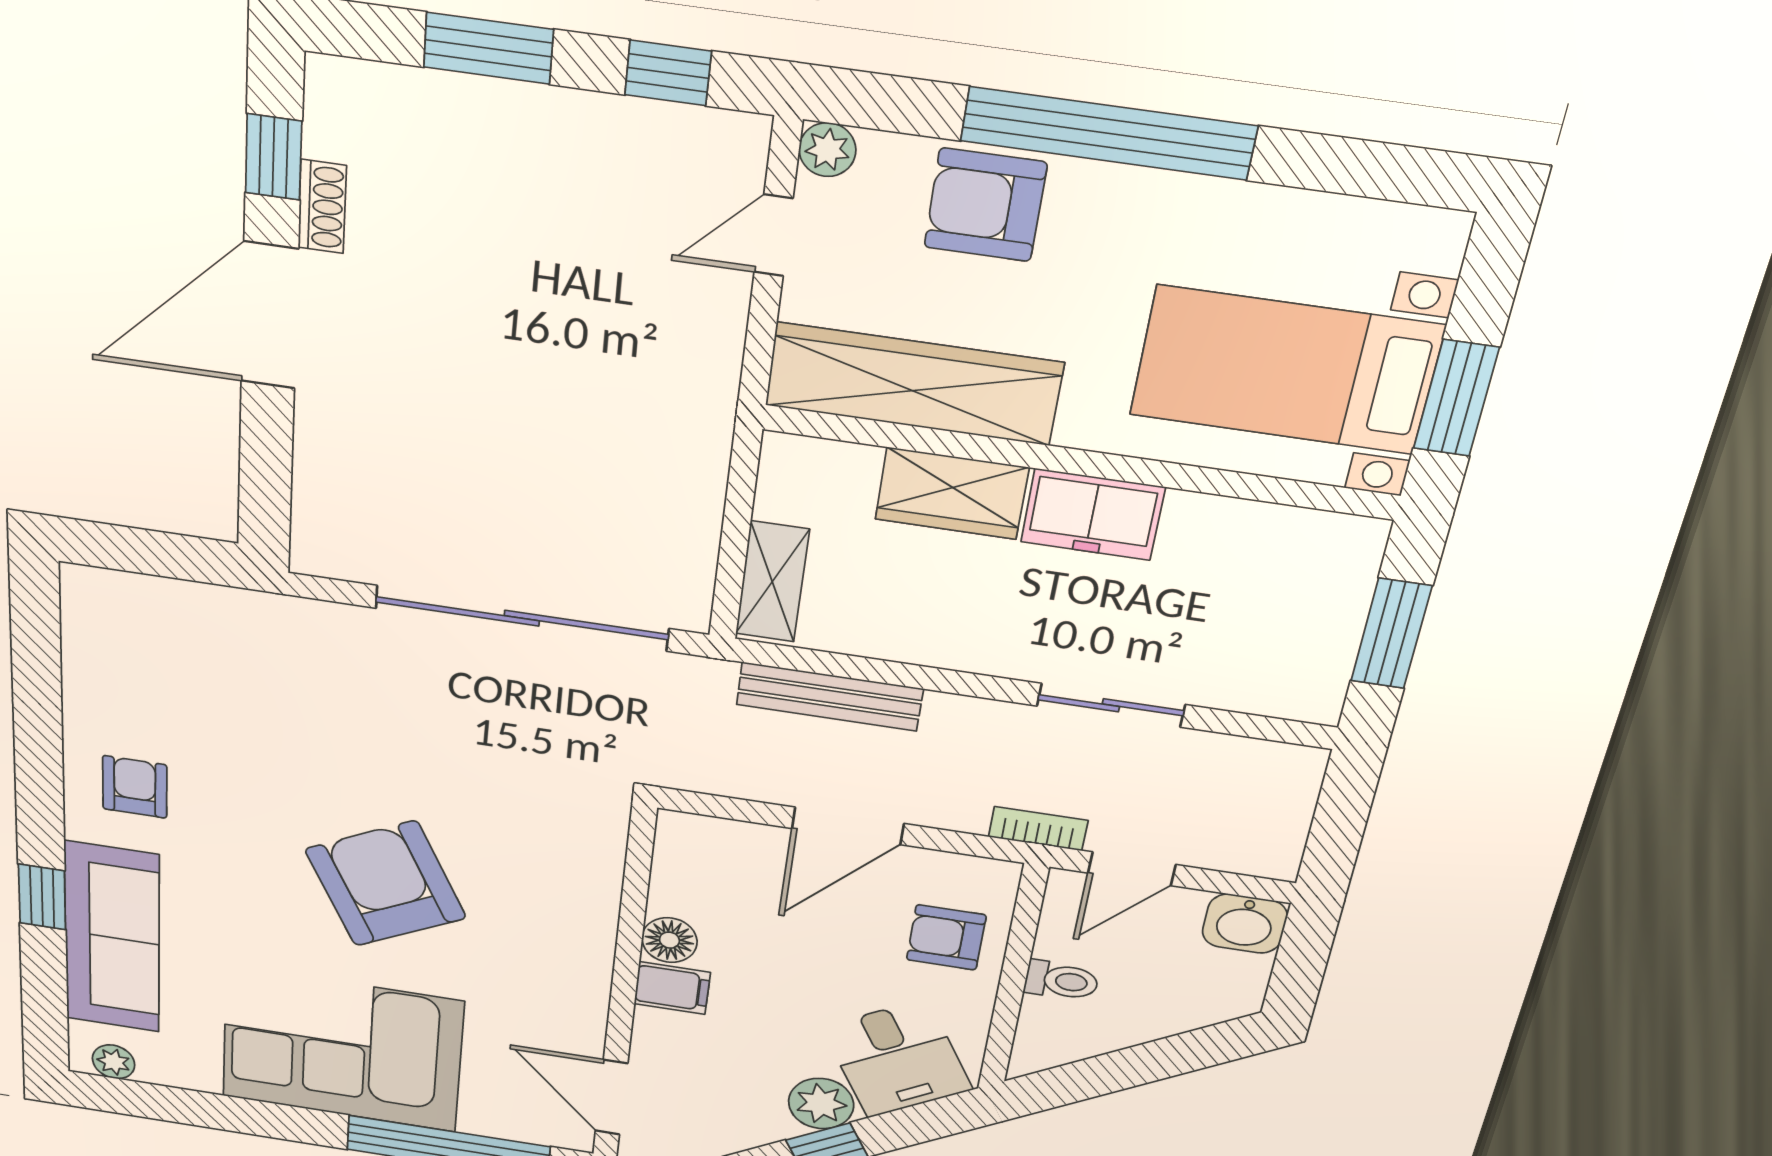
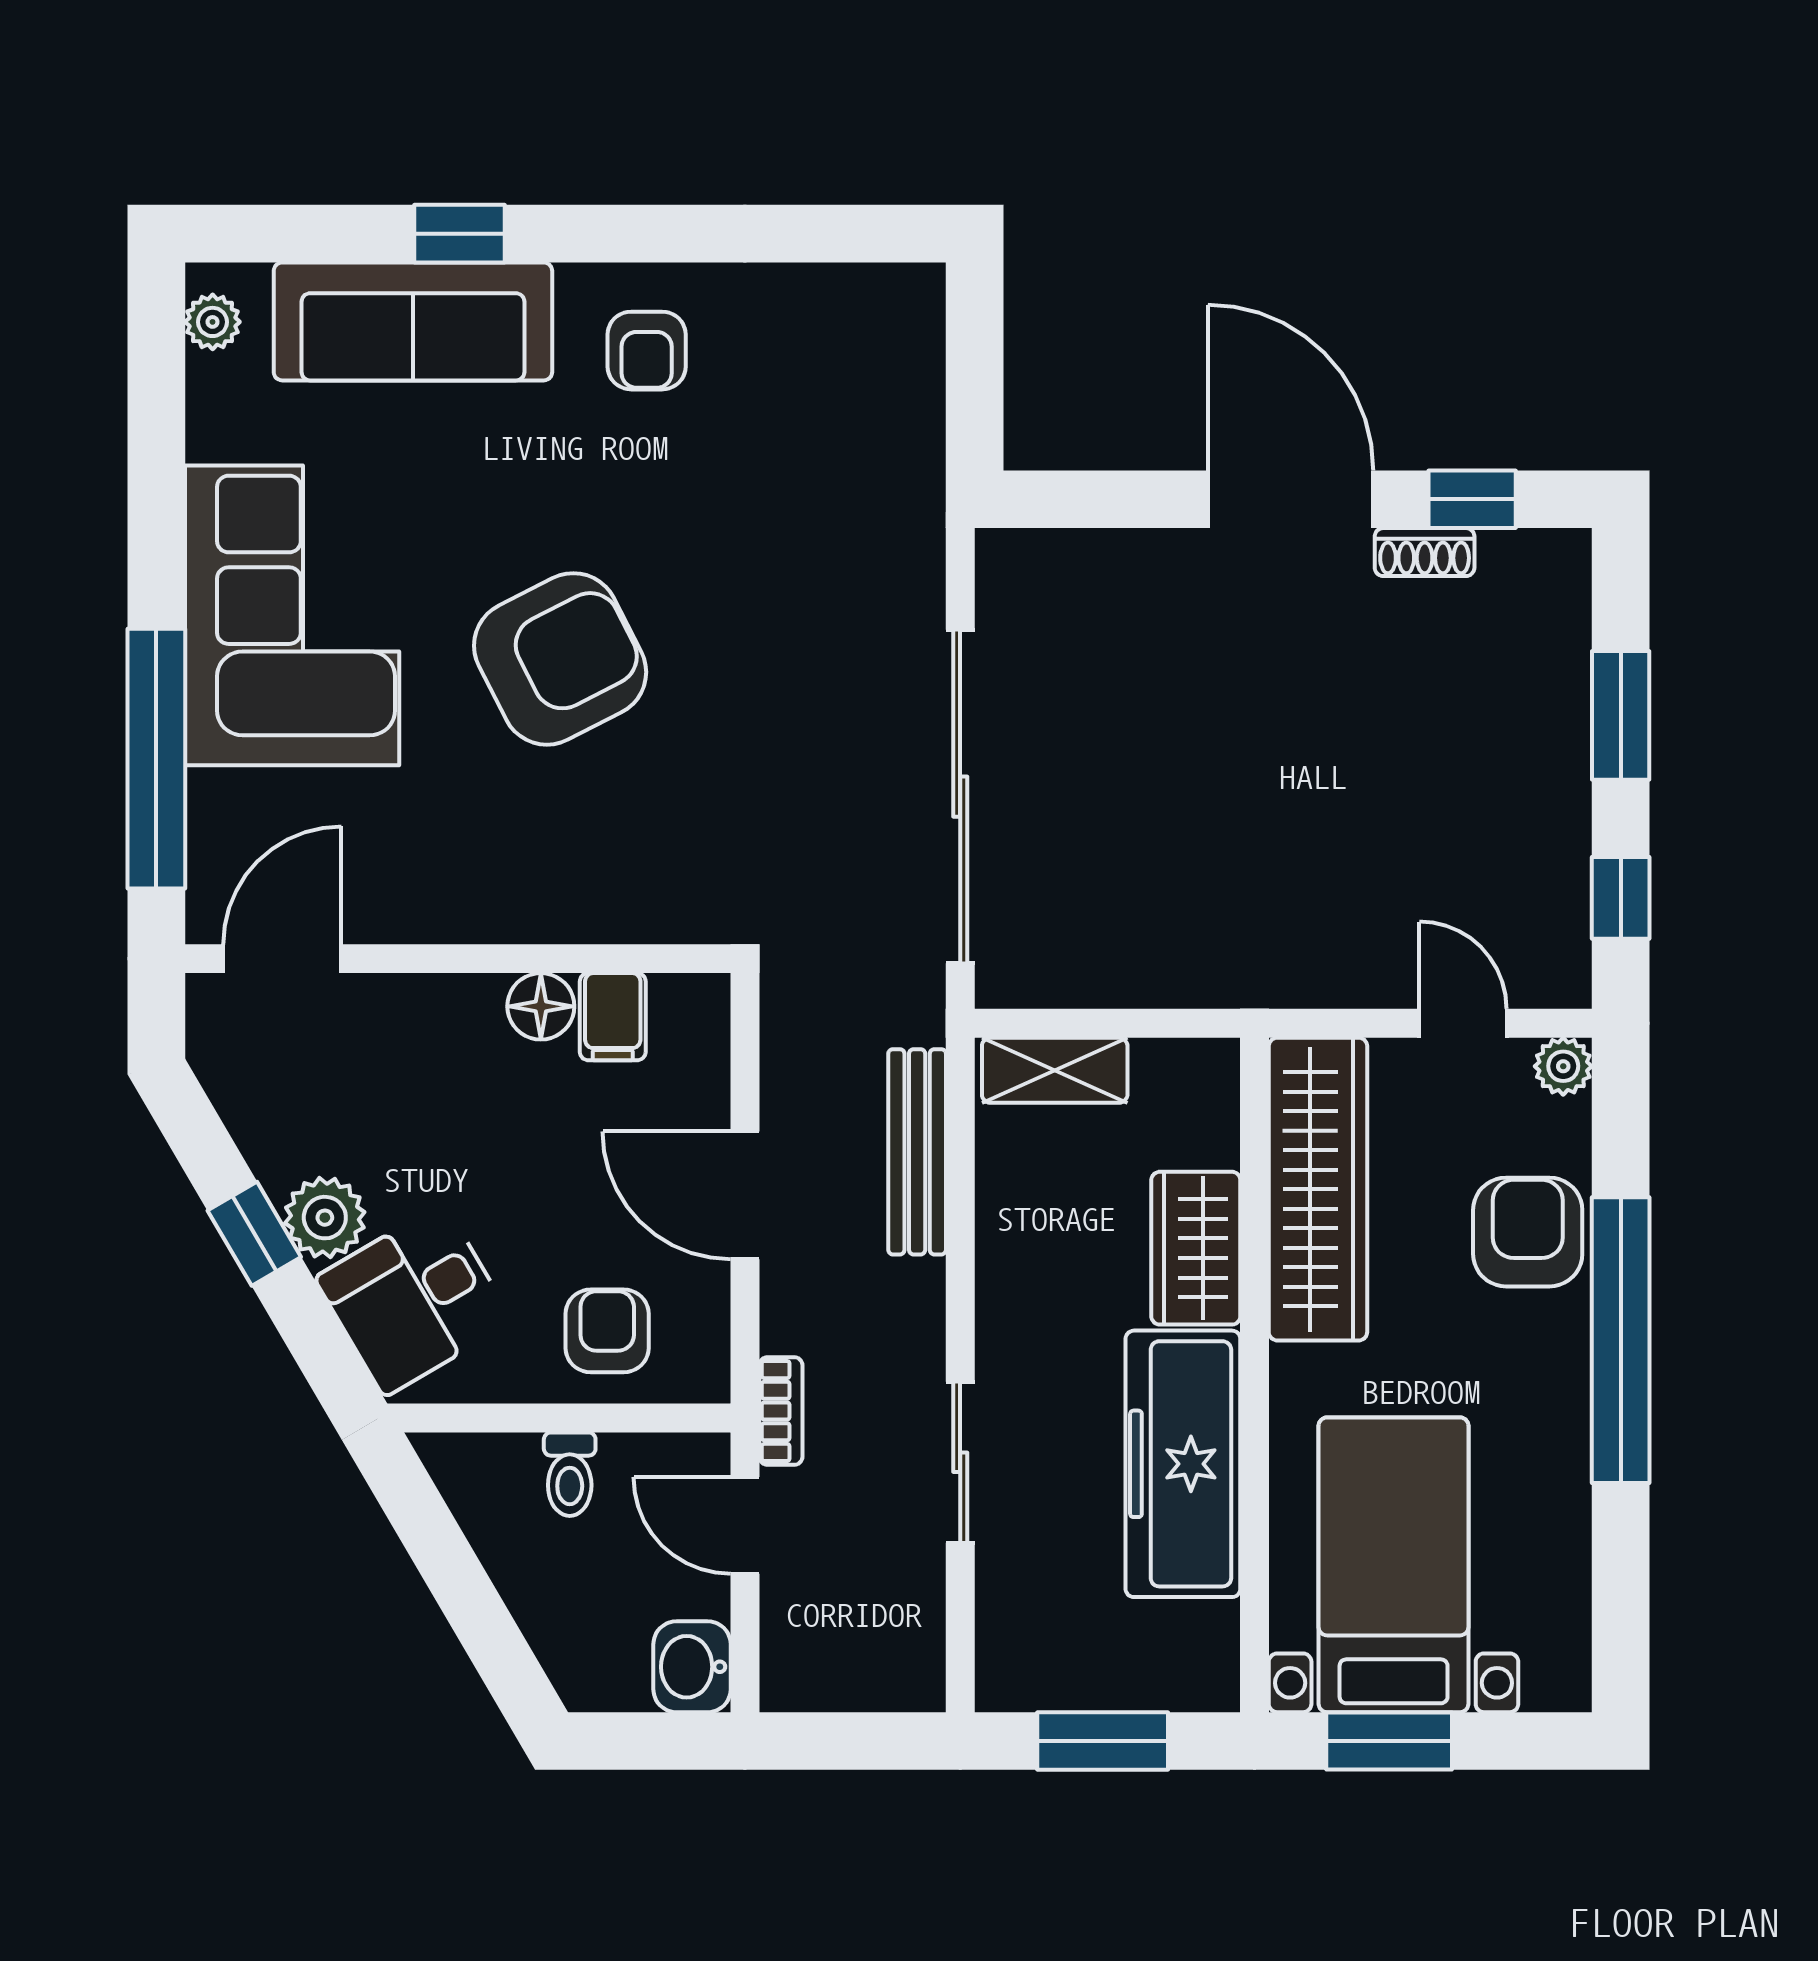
freezer: (1093, 514) -> (1183, 1464), width x1.91, depth x1.26
armchair: (135, 787) -> (647, 351), turned 90
filing cabinet: (672, 988) -> (613, 1017), moved

